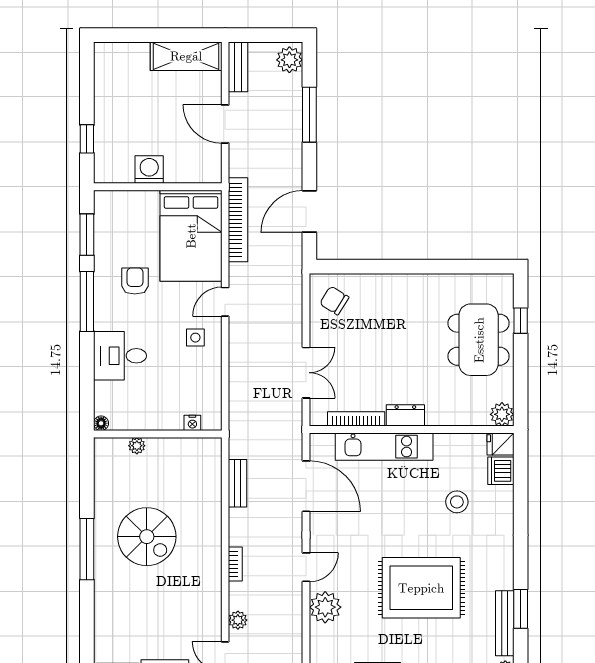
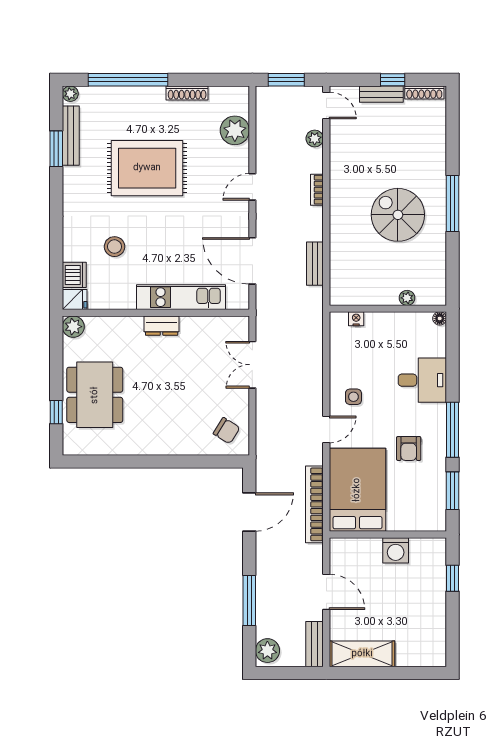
bookcase: (356, 419) -> (207, 322), removed
plant: (325, 607) -> (235, 130), moved

